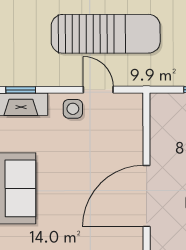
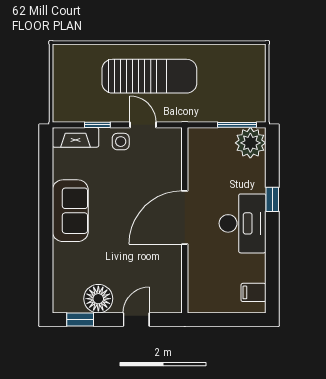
window: (21, 90) -> (97, 125), moved

